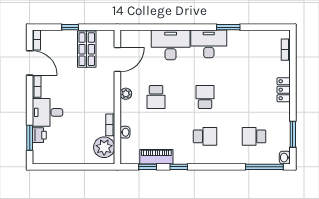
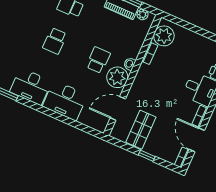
plant: (126, 94) -> (117, 77), width x1.87, depth x1.87
washbasin: (125, 132) -> (130, 64), moved
plant: (133, 159) -> (142, 14), added

